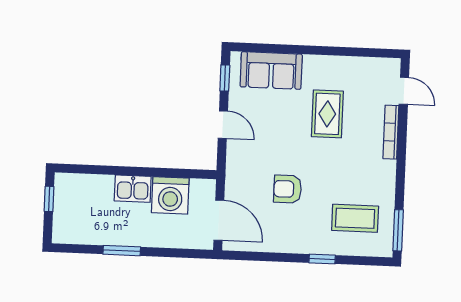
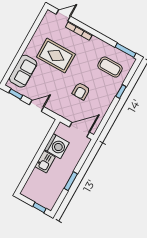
rug: (327, 114) -> (56, 56), width x1.36, depth x1.43
window: (49, 199) -> (39, 207), moved
coffee table: (355, 218) -> (110, 67), turned 90

